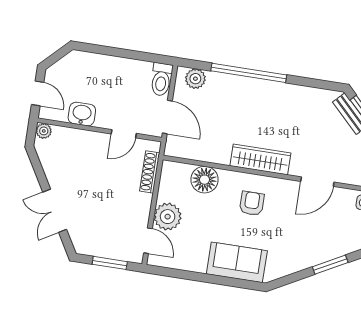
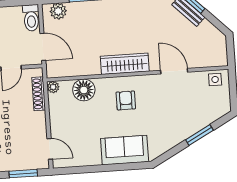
door: (317, 182) -> (174, 71), swing flipped
plant: (168, 217) -> (53, 87), moved, width x0.53, depth x0.53

